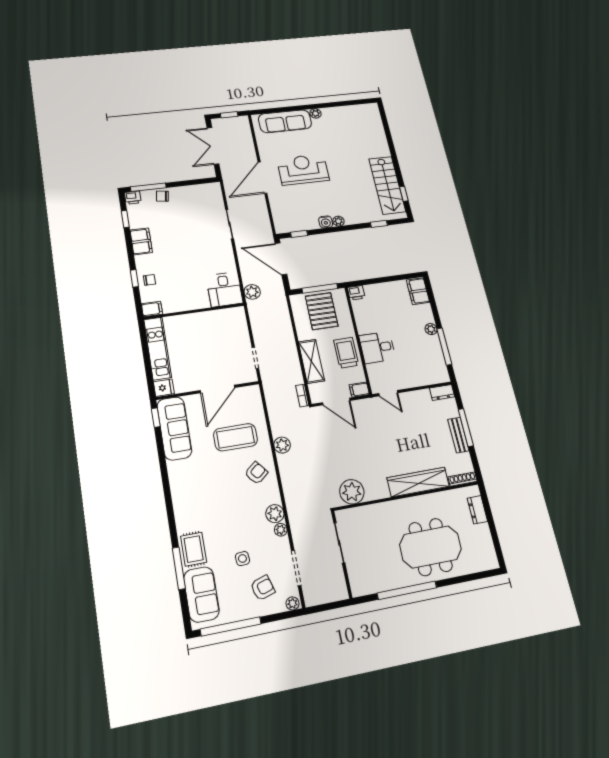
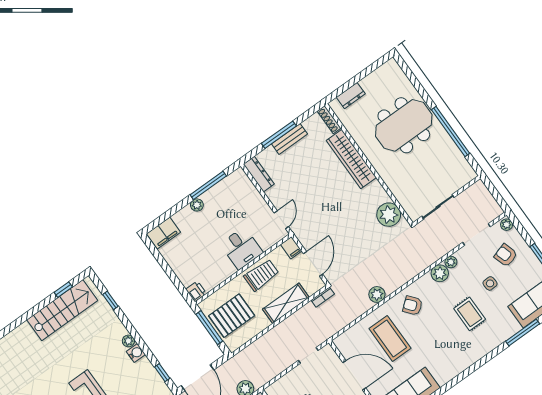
trolley: (346, 353) -> (261, 275), turned 180
dresser: (442, 392) -> (259, 174), width x1.44
meeting table: (430, 547) -> (404, 125), turned 90
rug: (194, 549) -> (470, 314), moved, turned 90

